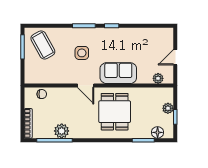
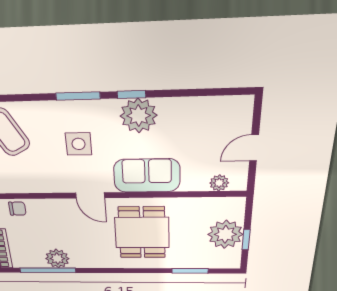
plant: (115, 37) -> (139, 116), added
plant: (168, 108) -> (225, 234), width x1.87, depth x1.87
floor lamp: (158, 132) -> (214, 261), removed

